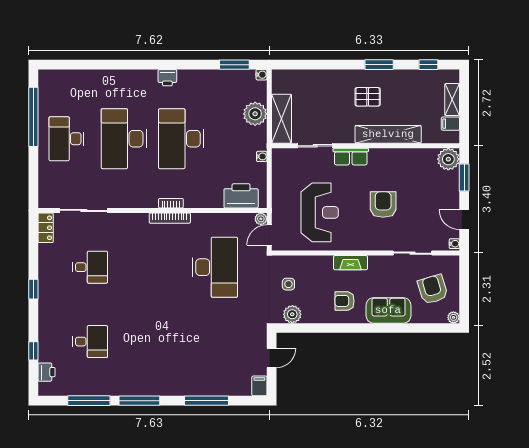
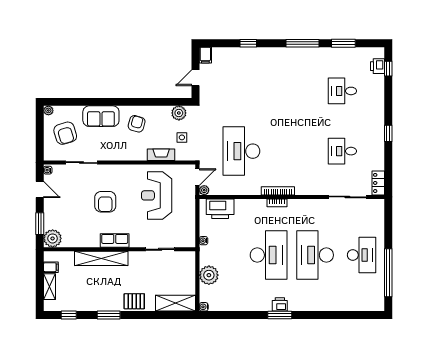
window: (234, 65) -> (280, 315), moved
pallet: (368, 97) -> (134, 301), moved
shelving: (281, 119) -> (176, 303), moved, turned 90
desk: (124, 139) -> (315, 255), turned 180
row of seats: (351, 157) -> (115, 241), moved
fireplace: (350, 263) -> (161, 155), moved
armchair: (344, 301) -> (137, 124), turned -74
window: (33, 351) -> (388, 69), moved
window: (89, 401) -> (343, 43), width x0.69
window: (206, 401) -> (248, 43), width x0.46

